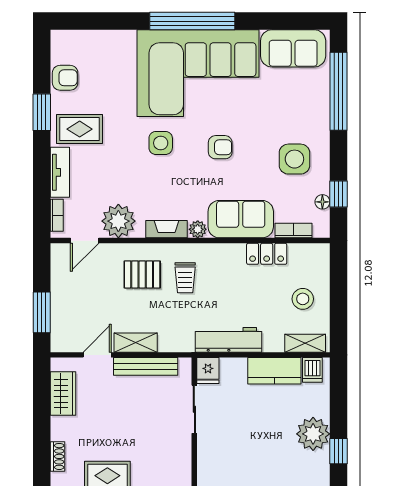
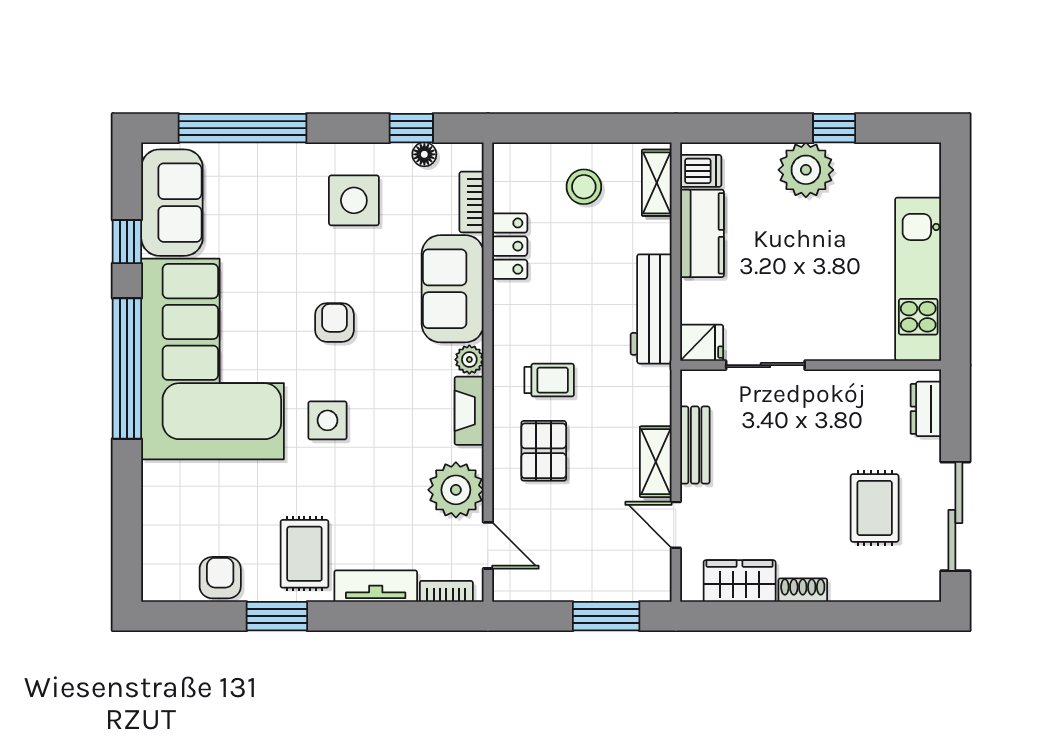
window: (269, 21) -> (127, 242), added
bench: (146, 366) -> (695, 445), width x0.73
shoe rack: (57, 456) -> (803, 590), moved

